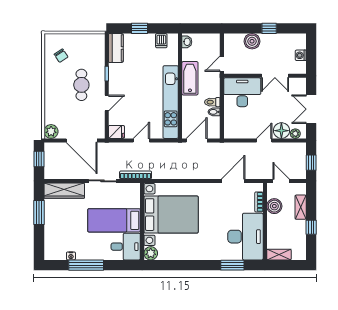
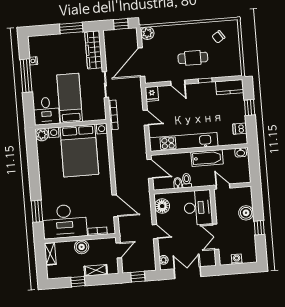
floor lamp: (281, 131) -> (162, 206), moved
boiler: (274, 206) -> (82, 247), moved

